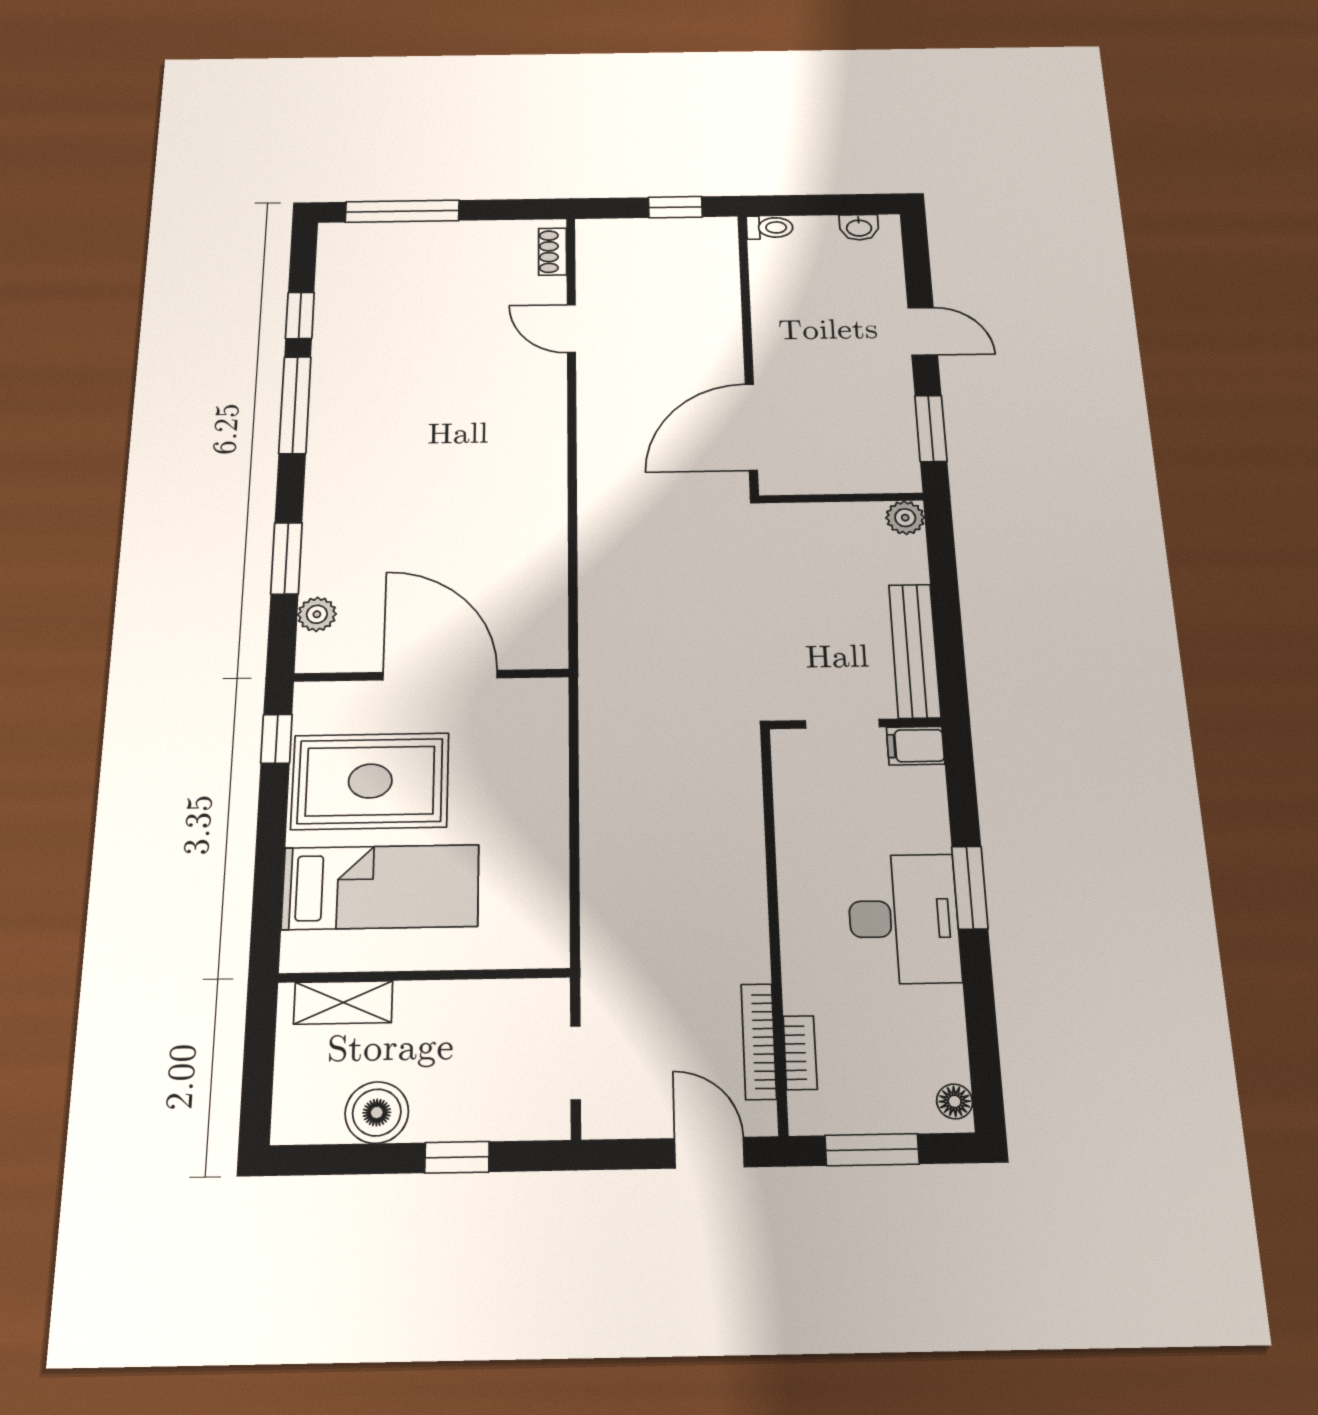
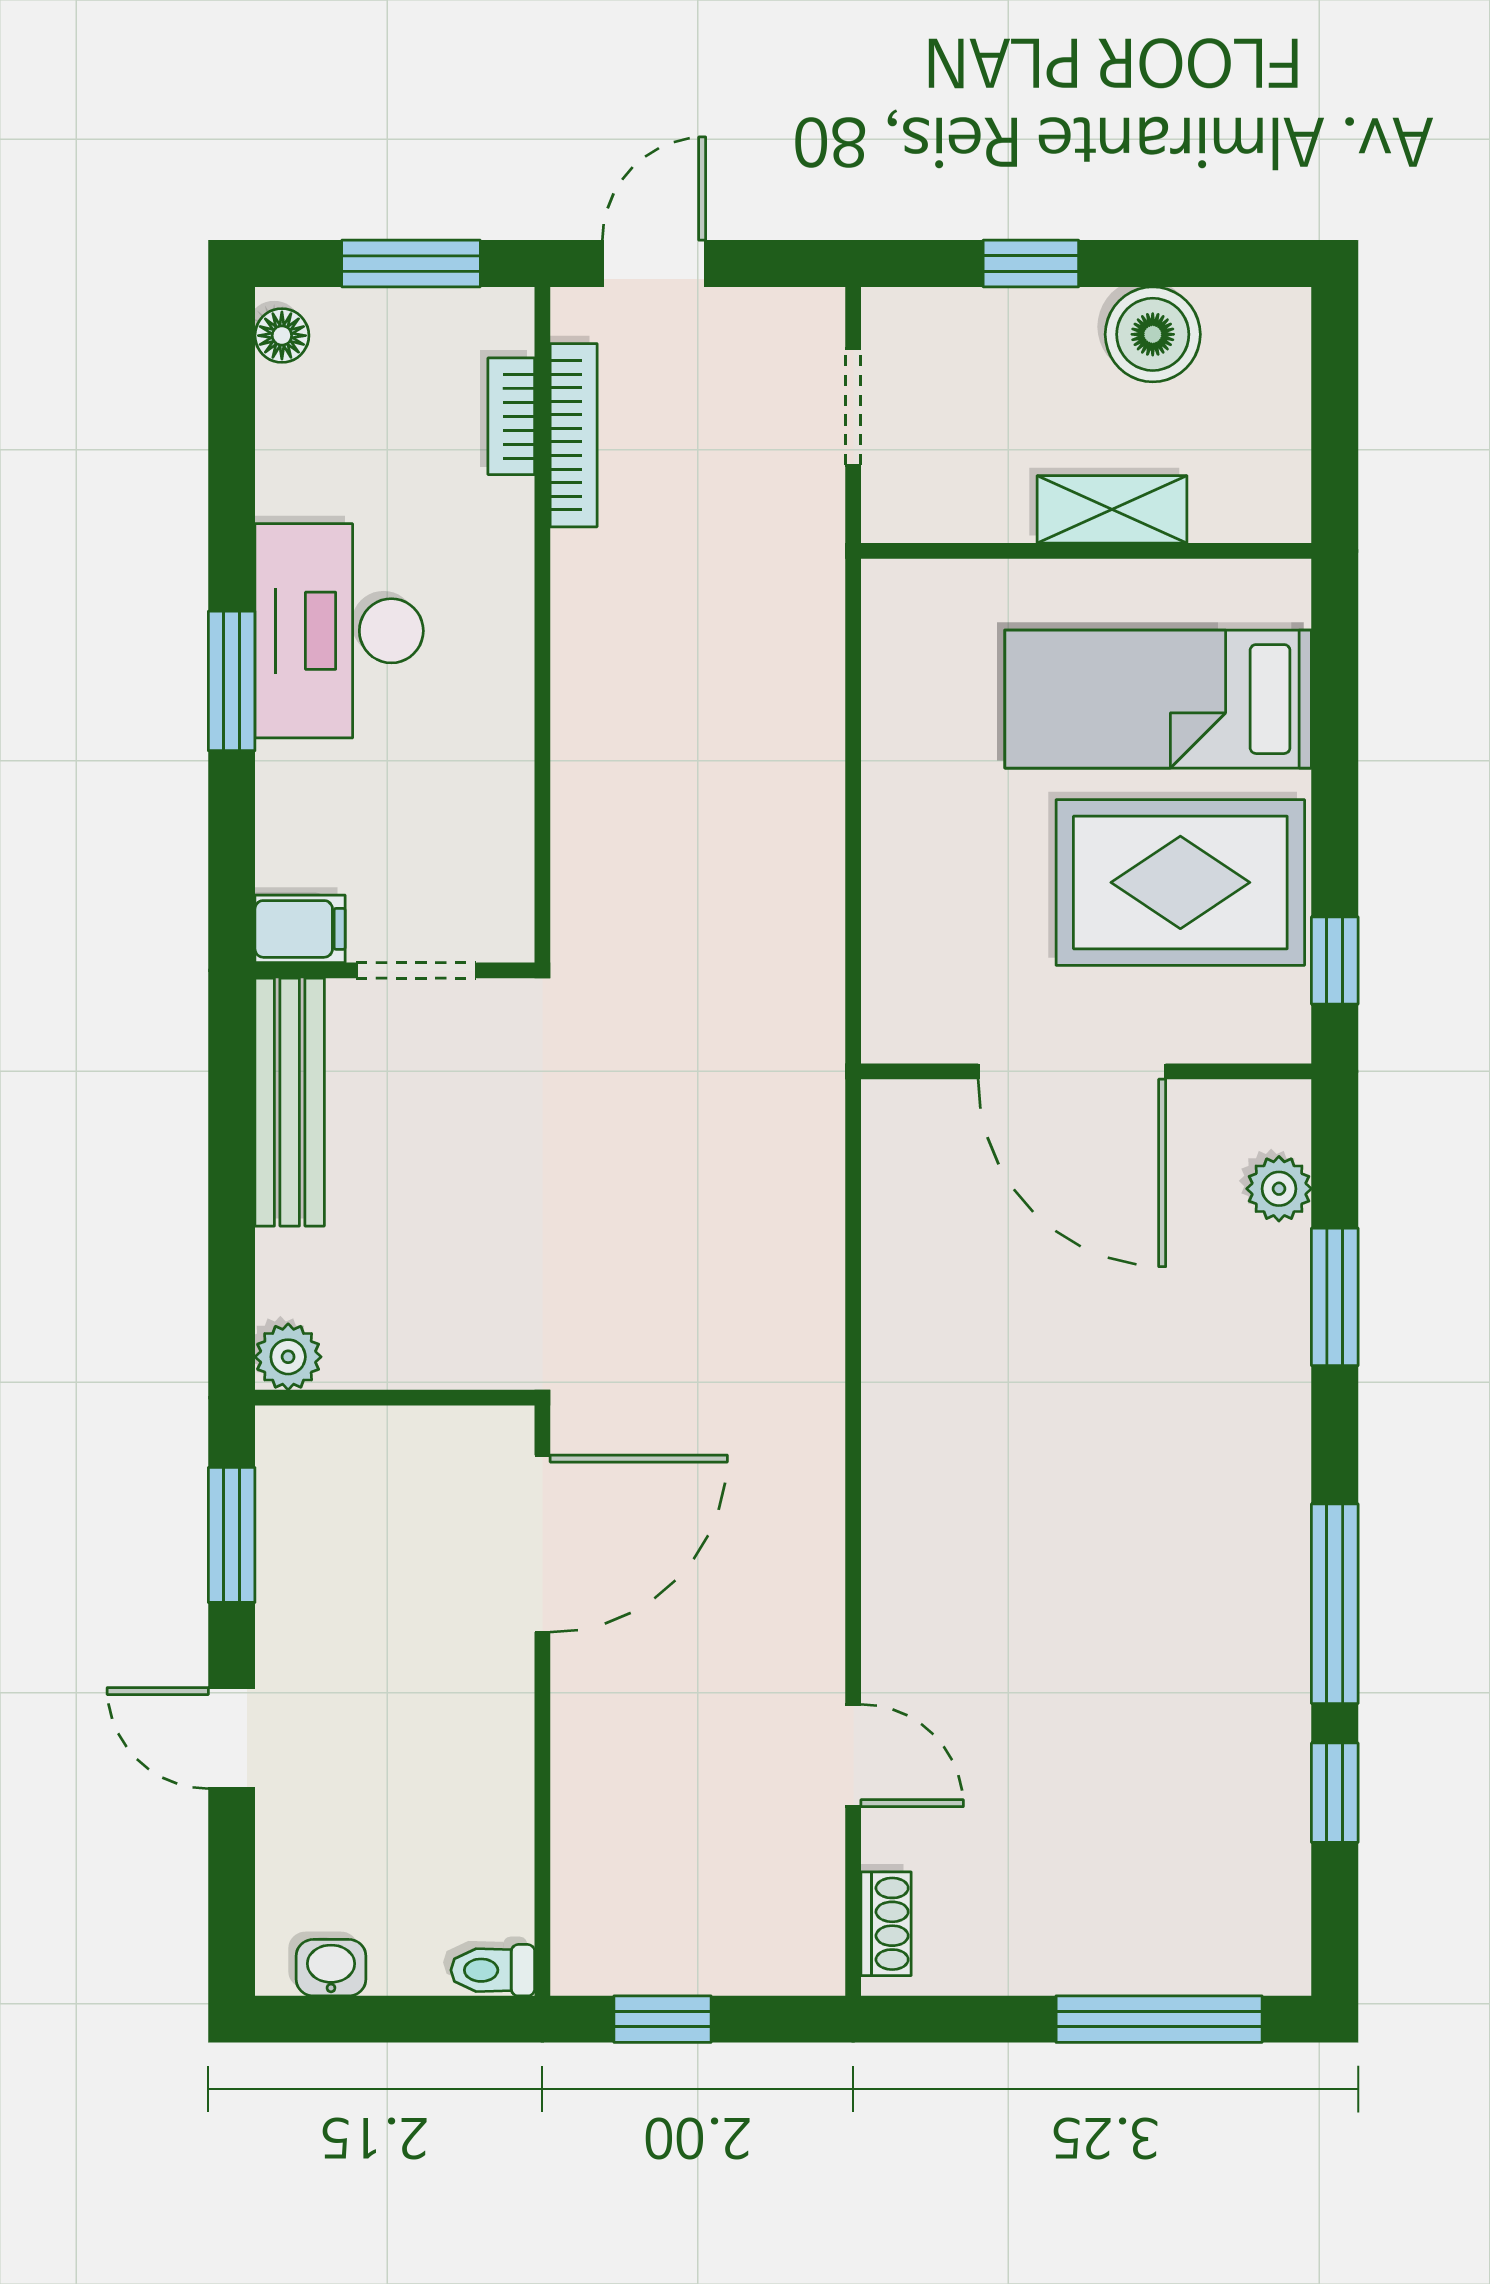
shelving: (343, 1002) -> (1112, 509), moved
door: (709, 1153) -> (654, 264), swing flipped

